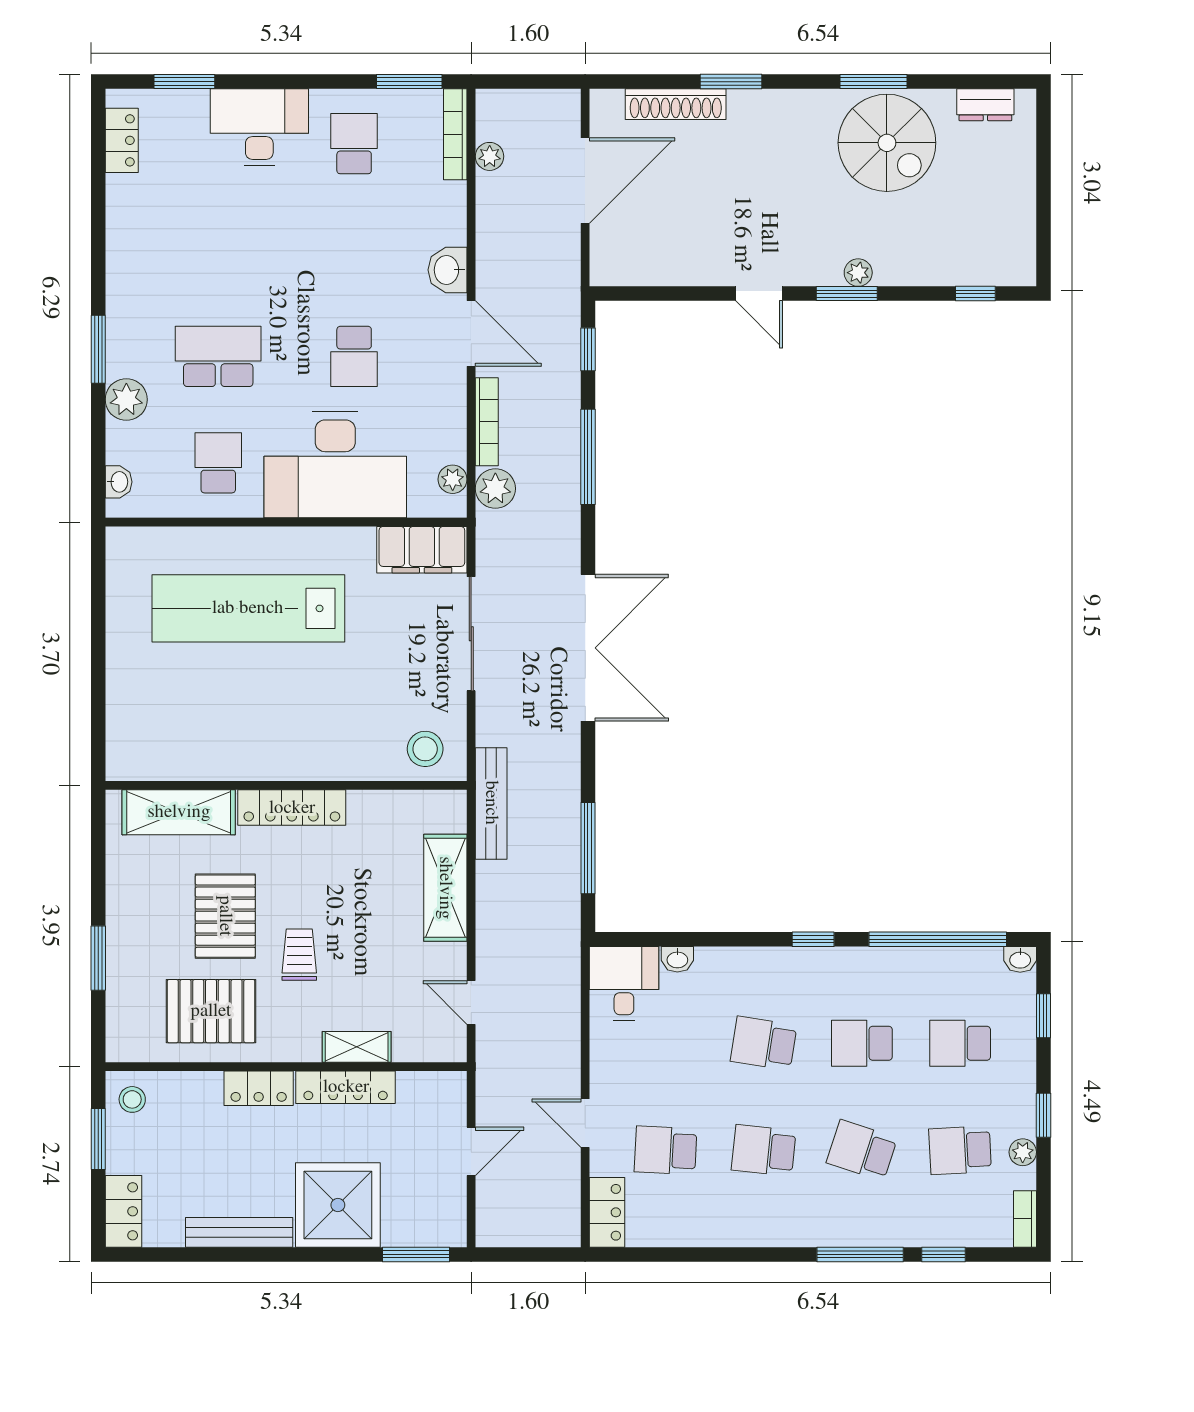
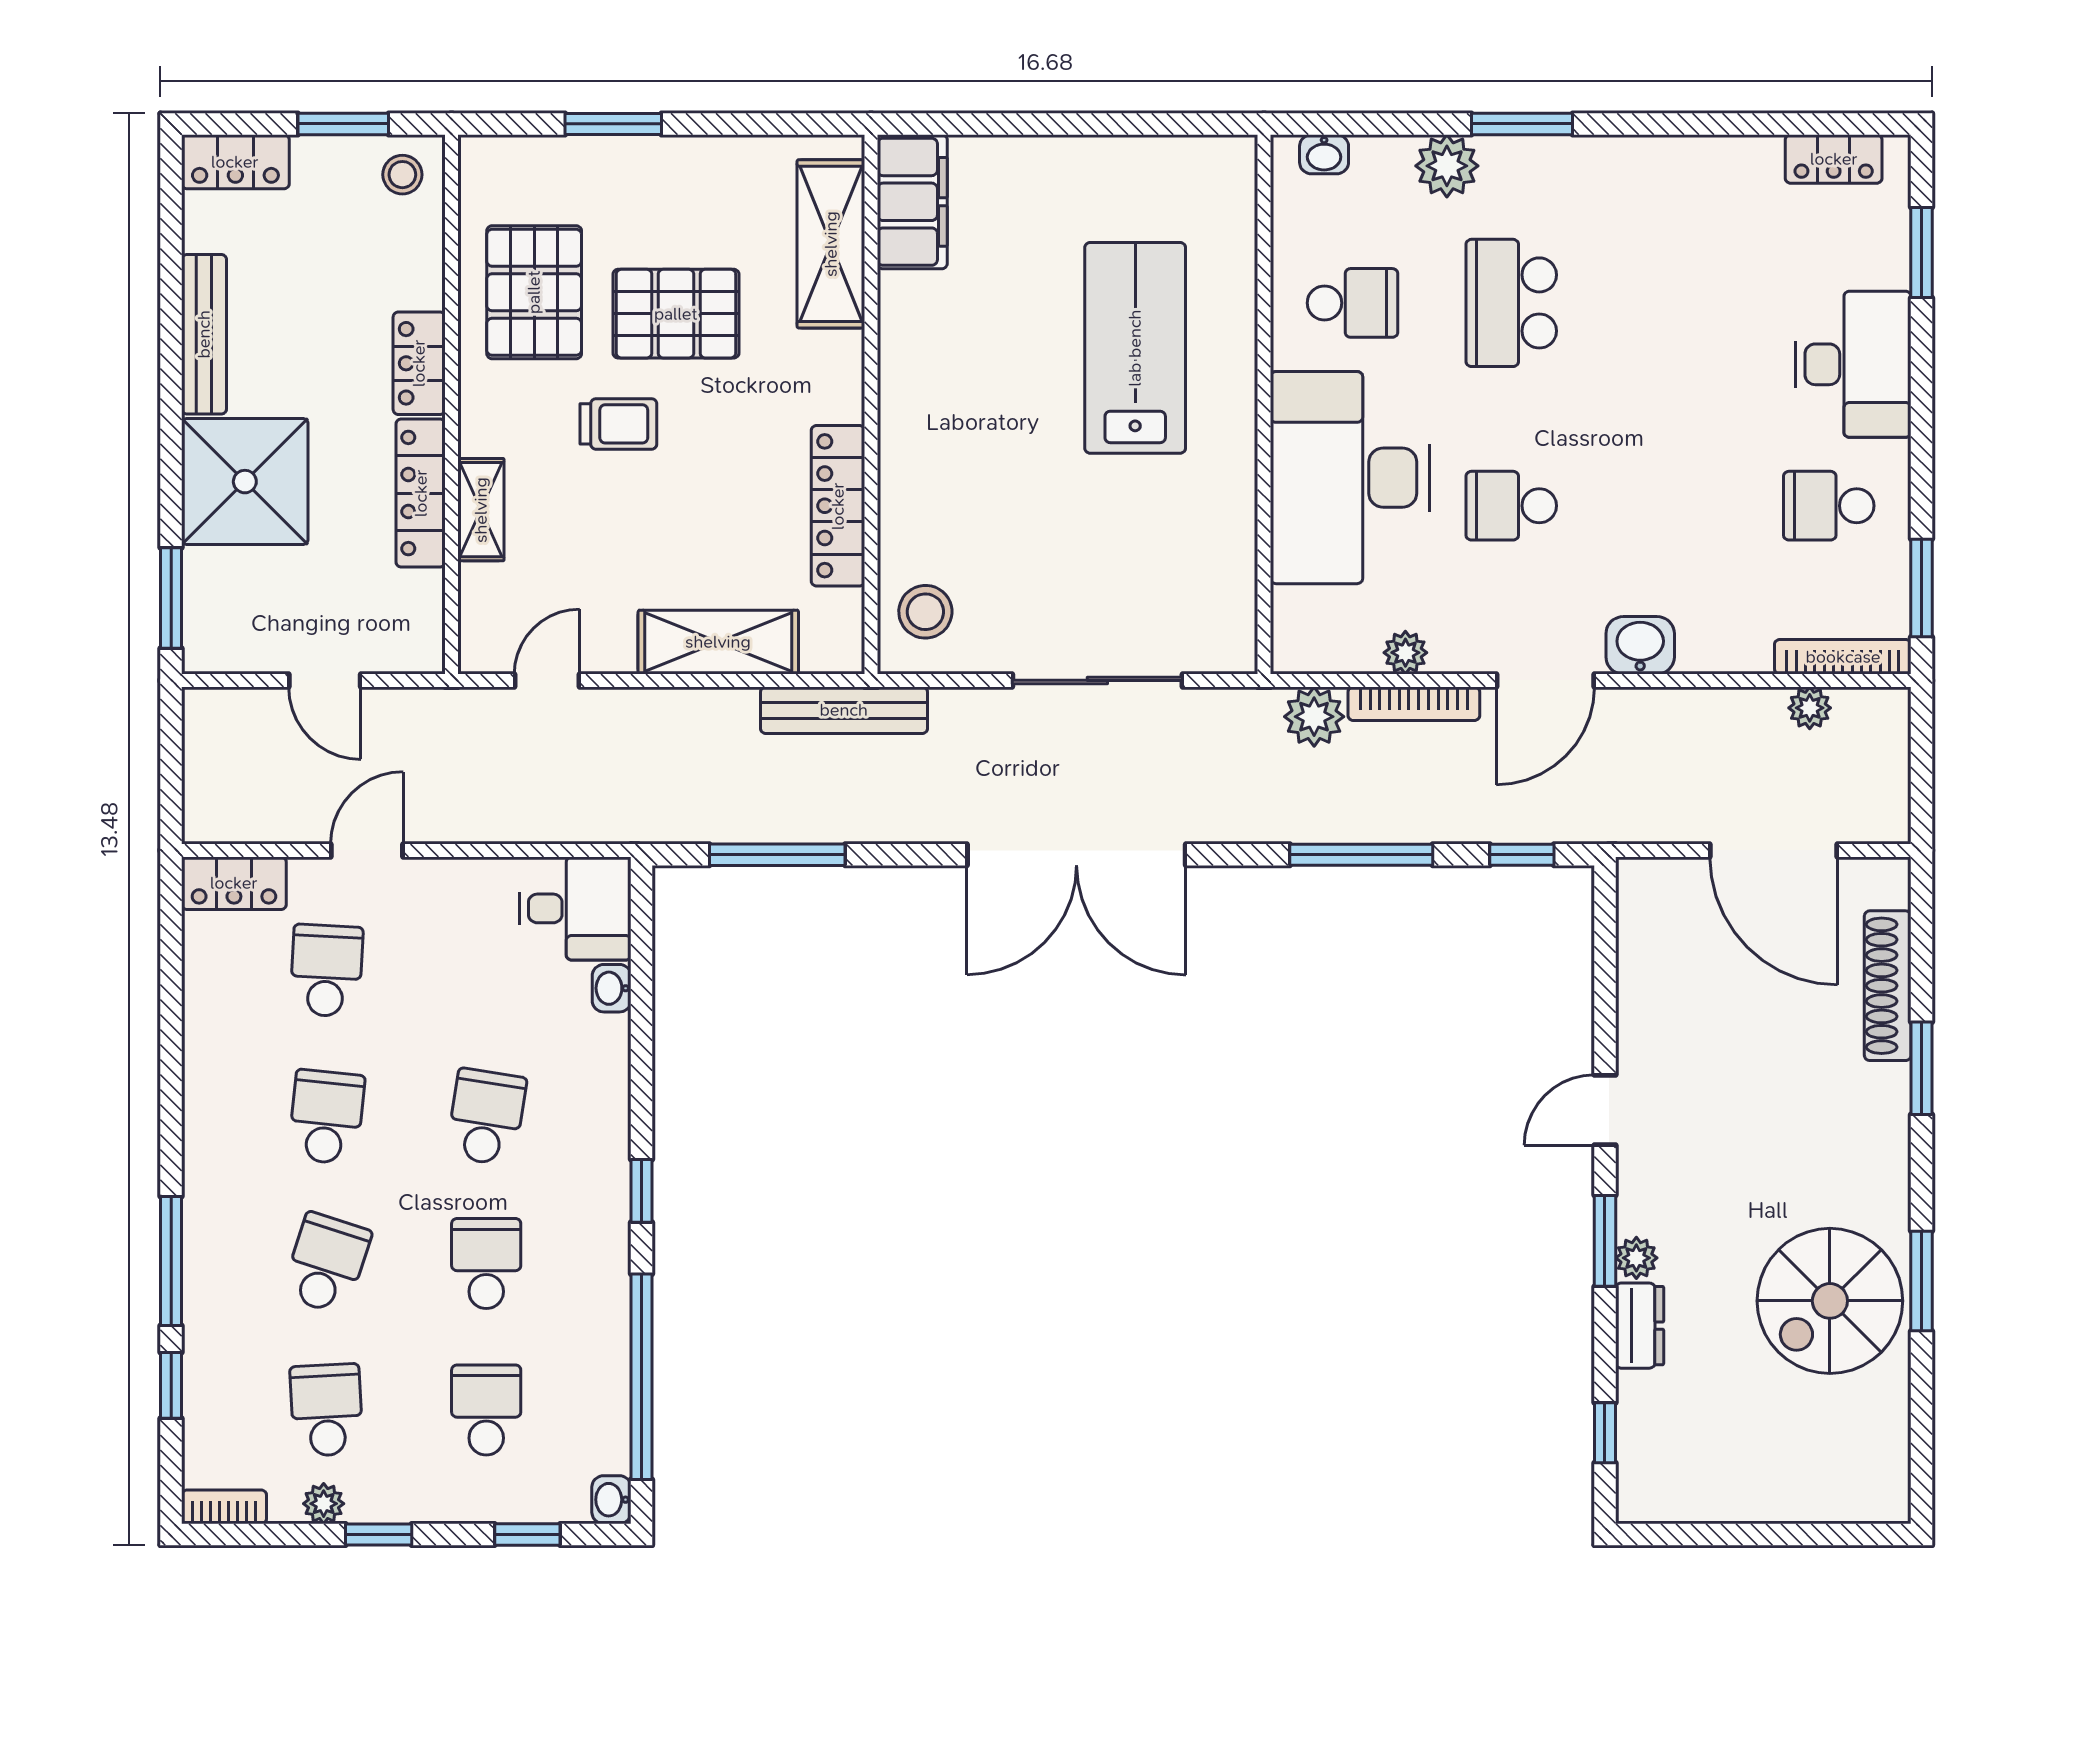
dresser: (985, 105) -> (1640, 1326), moved, turned 180
school desk: (354, 144) -> (1829, 506), turned 180
school desk: (218, 356) -> (1511, 303), turned 180
plant: (453, 479) -> (1405, 653), moved
filing cabinet: (422, 550) -> (912, 202), moved, turned 180
lab bench: (248, 608) -> (1135, 348), width x0.73
locker: (292, 808) -> (838, 506), moved

